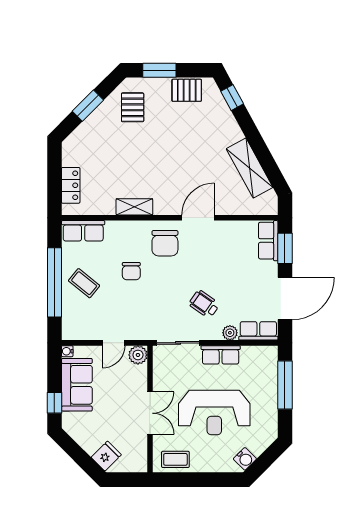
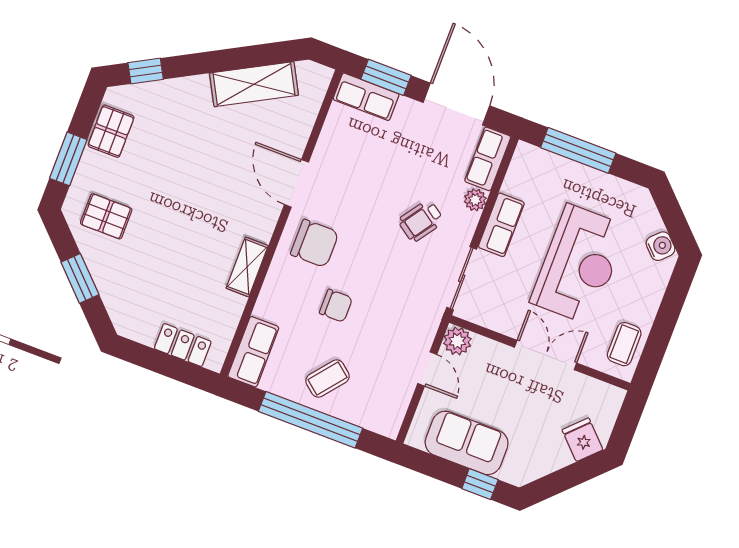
water cooler: (67, 351) -> (414, 439), removed

